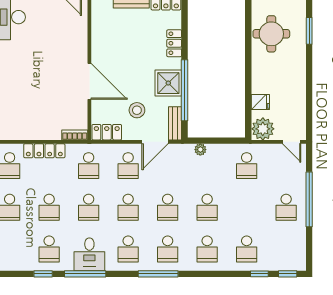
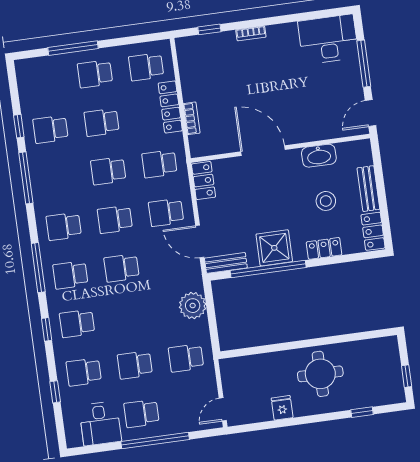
window: (309, 31) -> (362, 412), width x0.67
round table: (271, 34) -> (320, 374), moved
washbasin: (99, 37) -> (319, 156), added
door: (89, 81) -> (263, 151), swing flipped
fridge: (260, 102) -> (282, 408), moved, turned 180
stool: (137, 110) -> (326, 201), moved
plant: (263, 129) -> (234, 372), removed
bookcase: (75, 135) -> (192, 118), moved
plant: (200, 150) -> (193, 306), width x1.88, depth x1.88
school desk: (207, 207) -> (135, 365), moved
desk: (89, 254) -> (100, 423), moved, turned -90
window: (288, 274) -> (47, 329), moved

